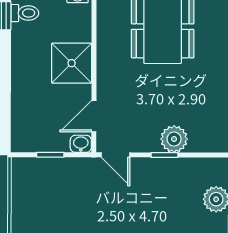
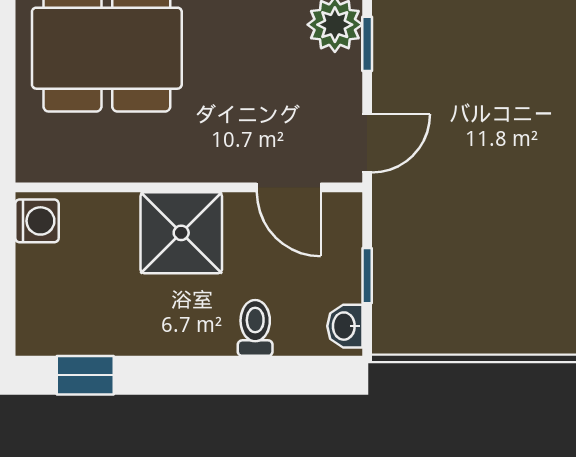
toilet: (25, 13) -> (255, 328), moved
washbasin: (81, 144) -> (345, 326), moved

